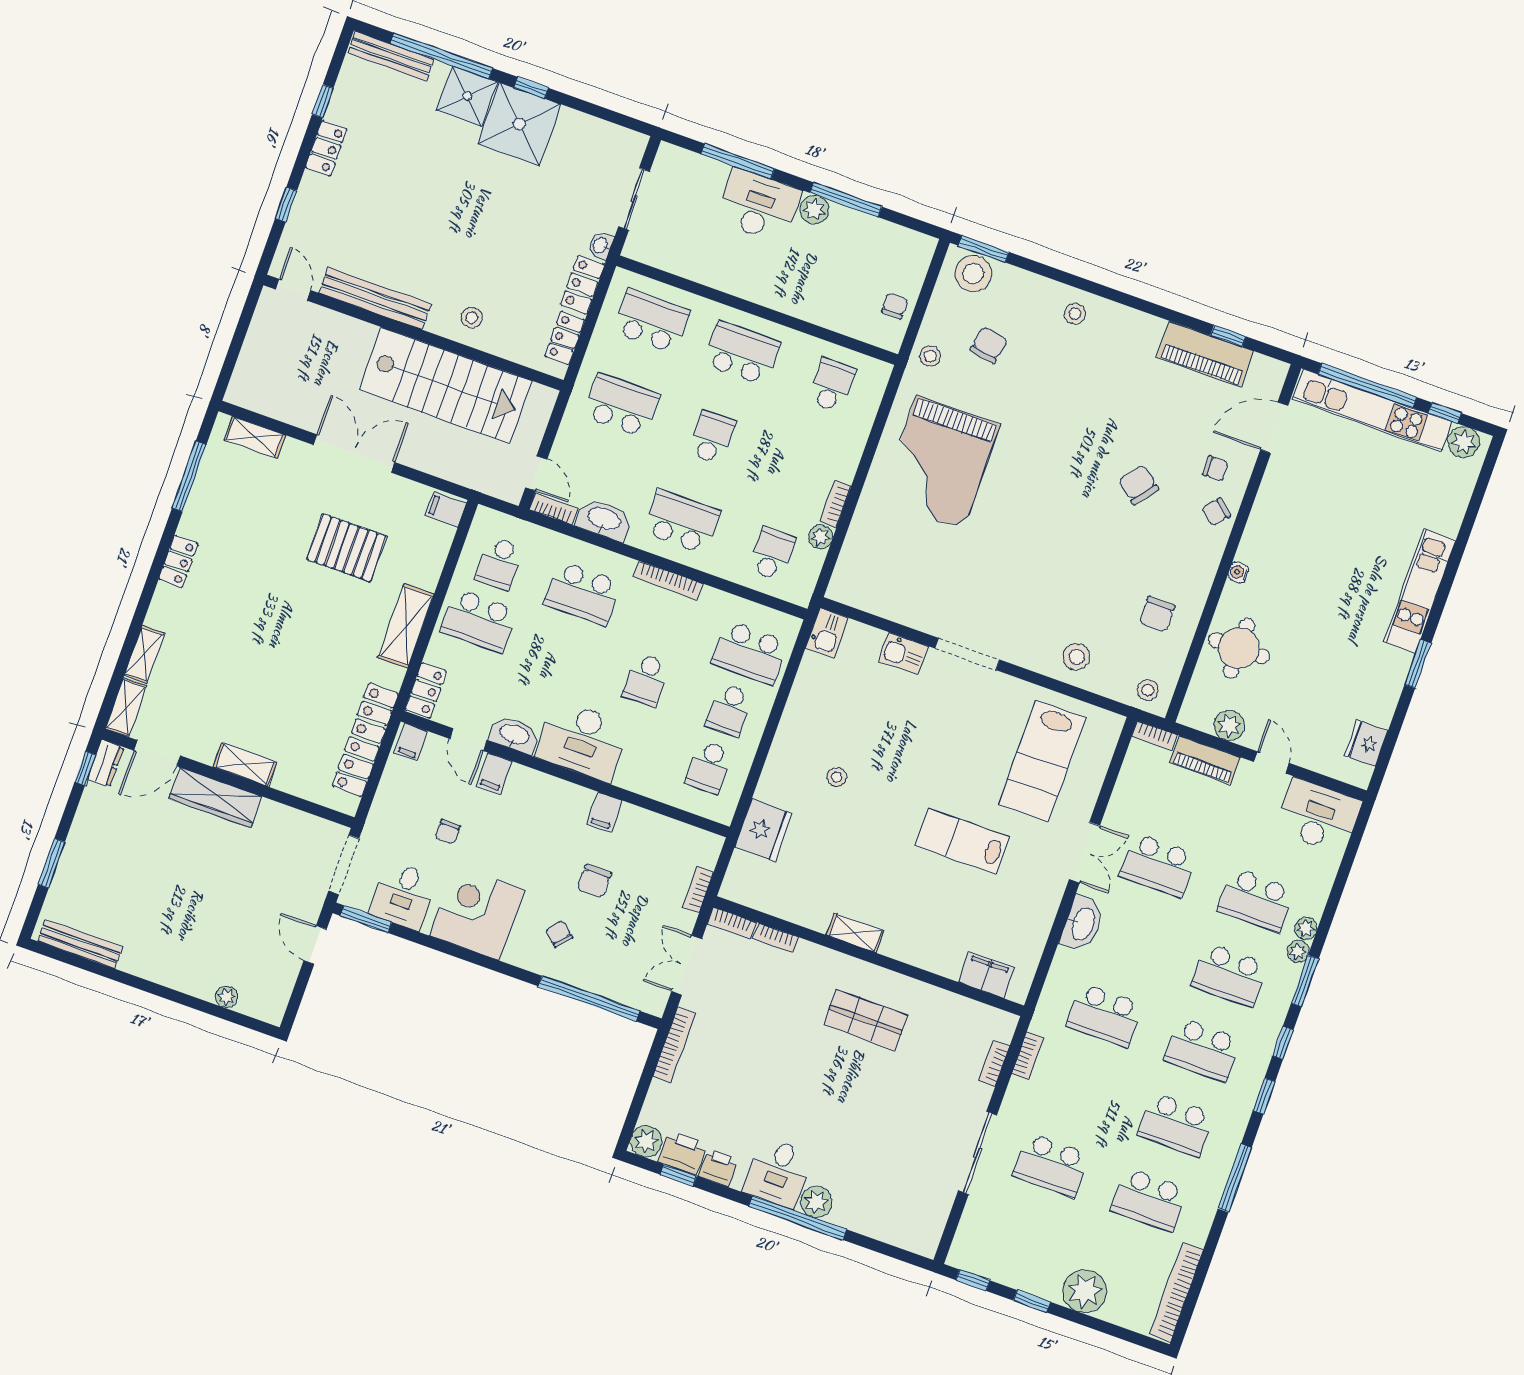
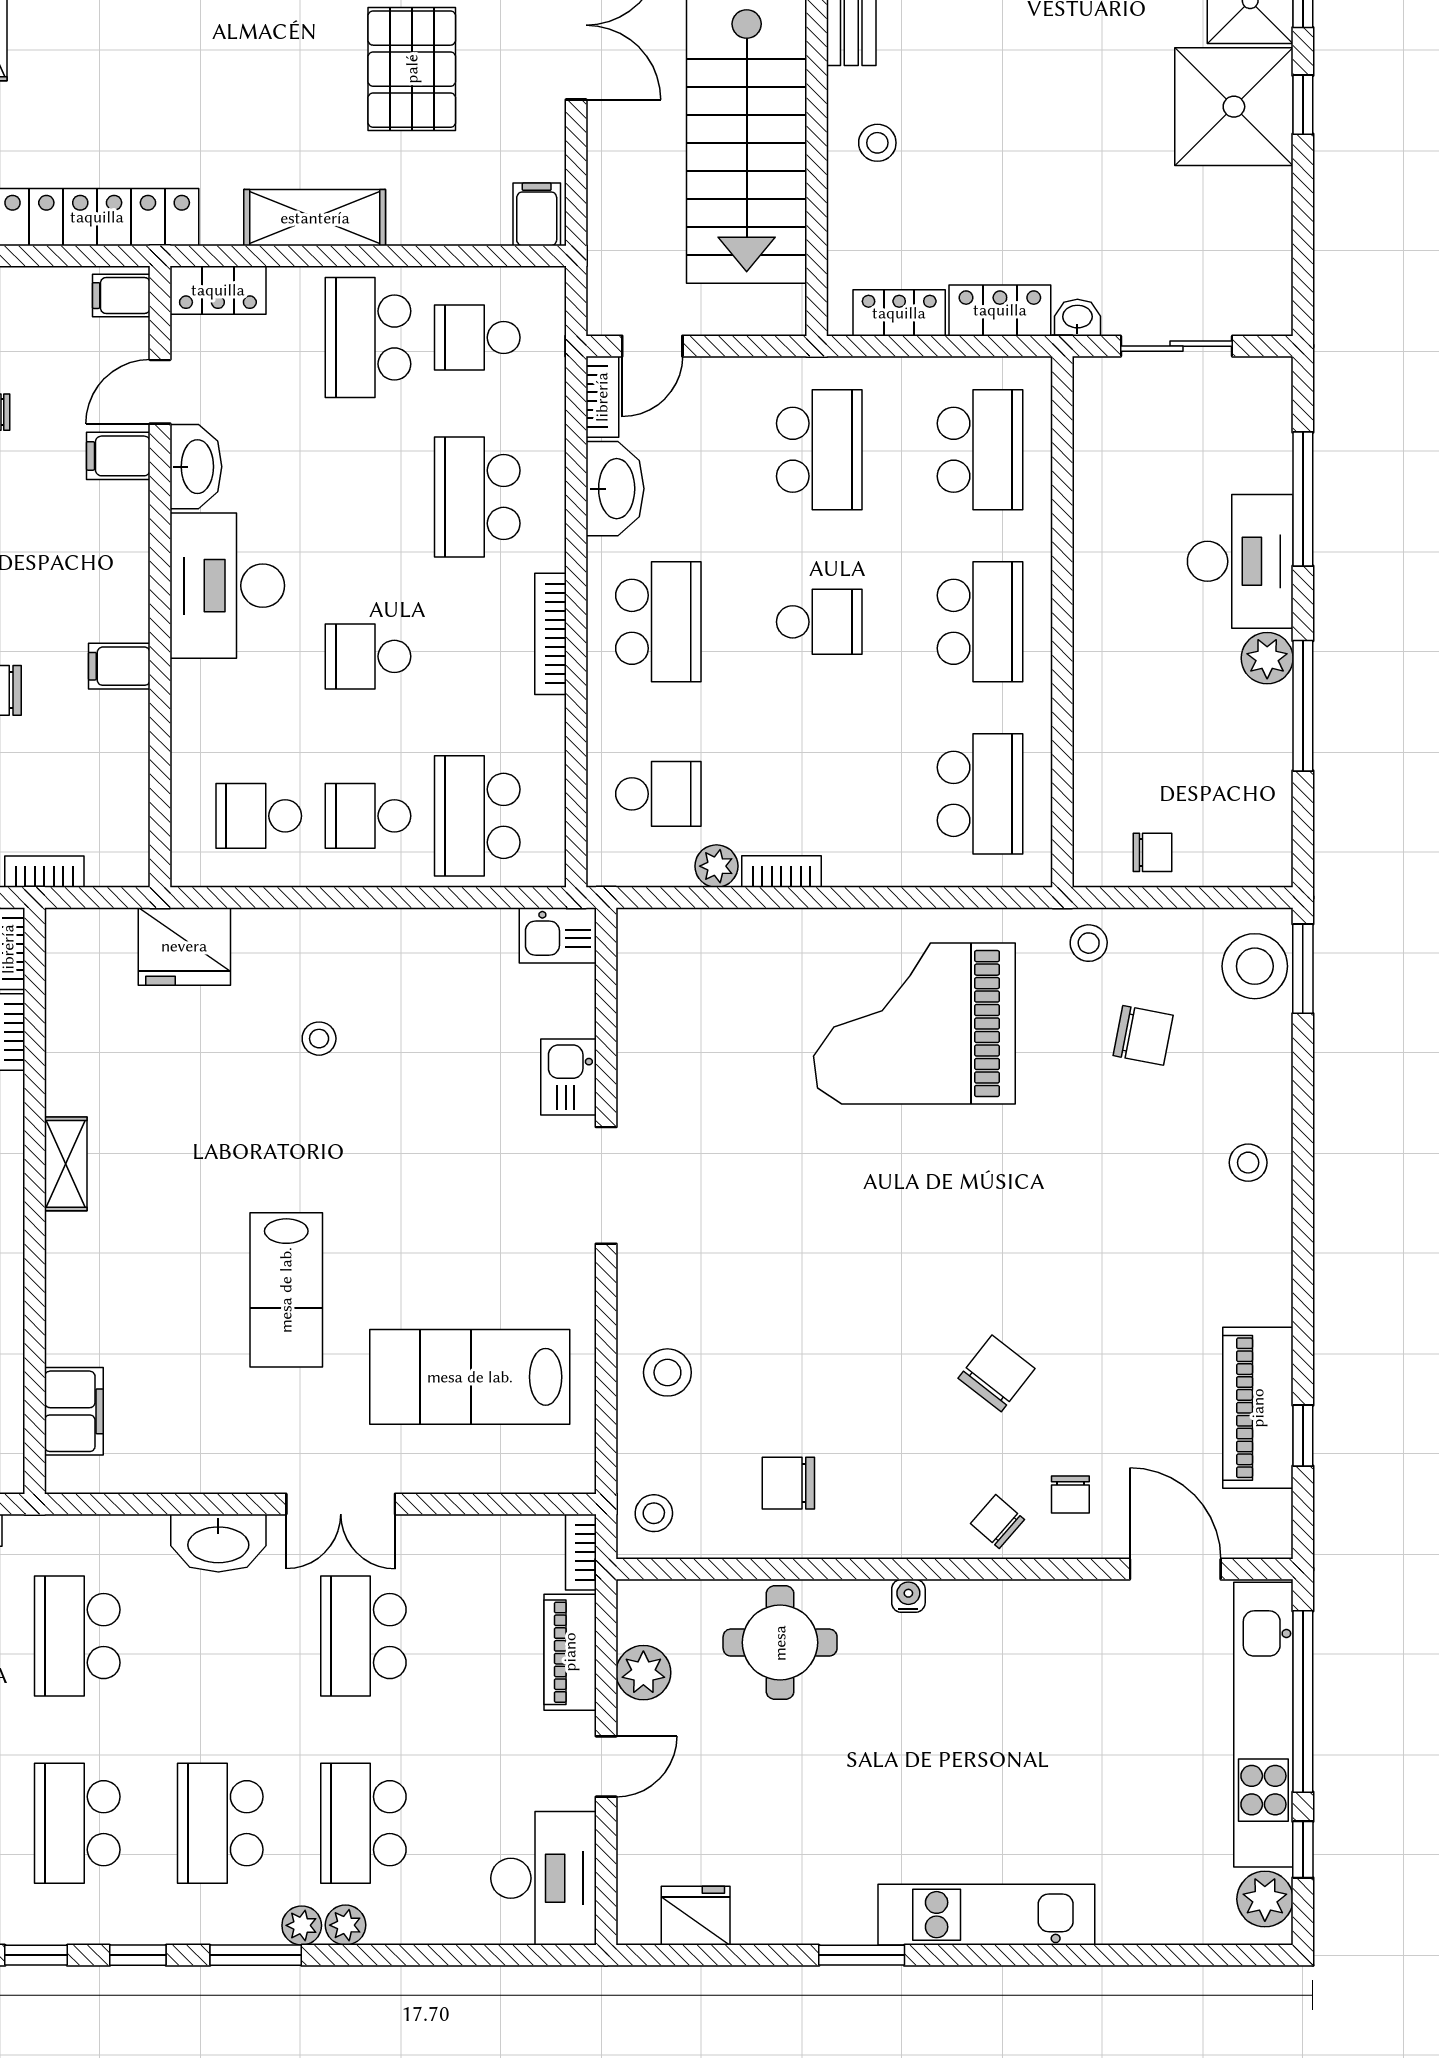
school desk: (832, 385) -> (980, 794), width x1.85
lab bench: (962, 841) -> (286, 1290), turned 180

